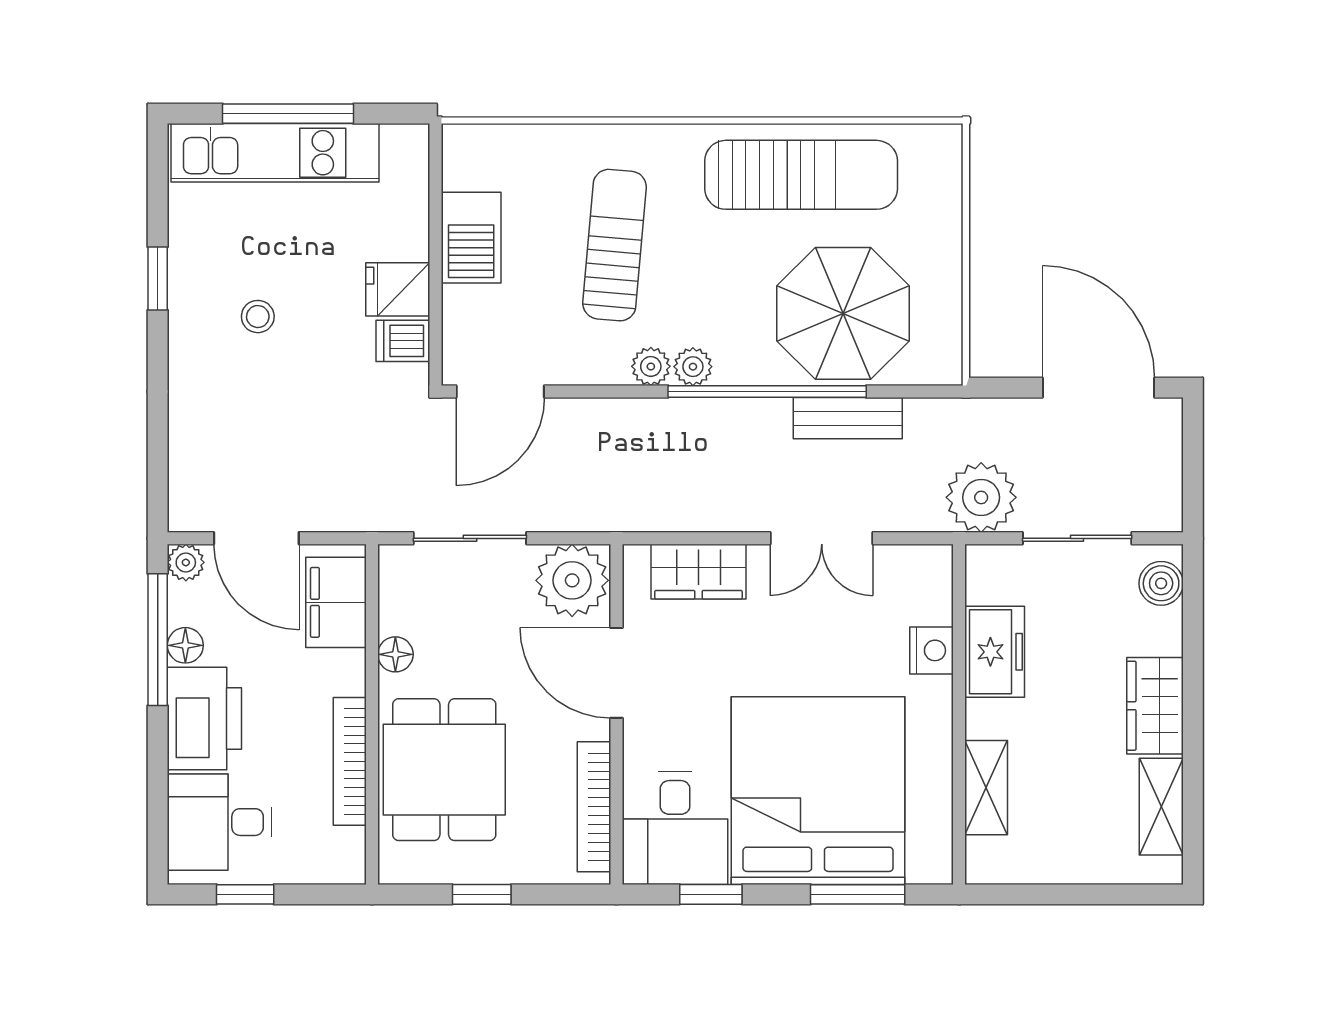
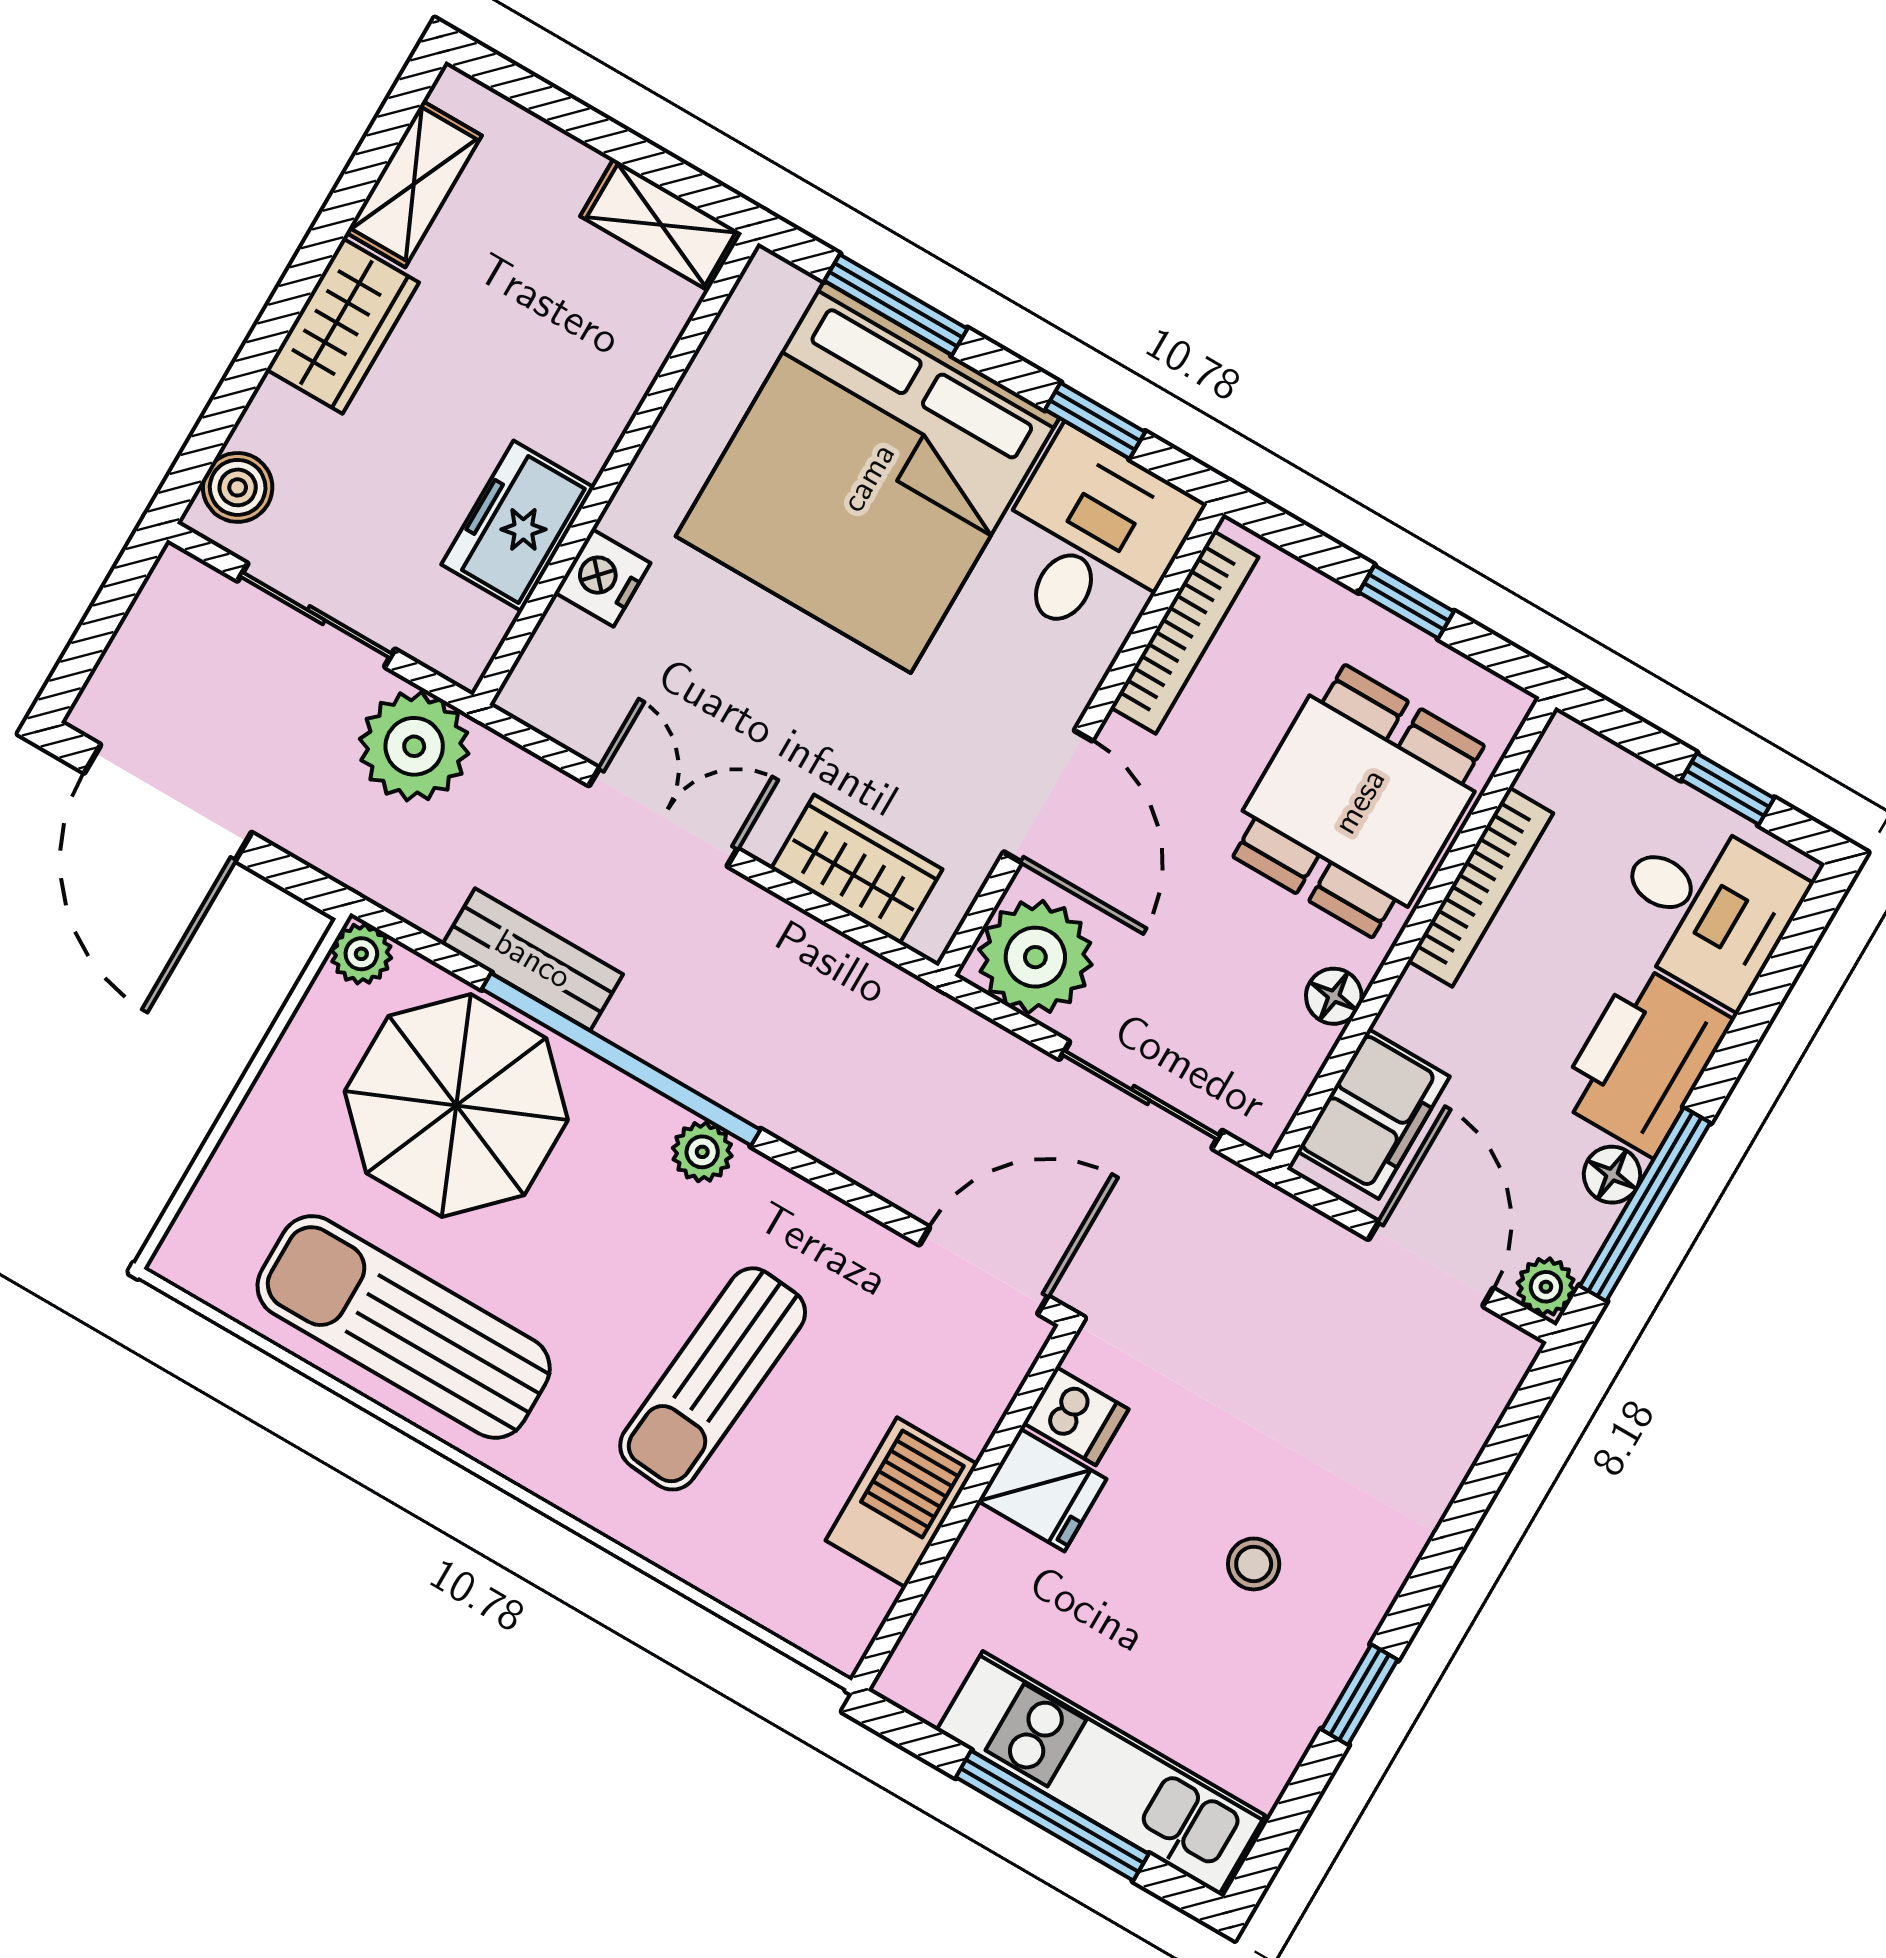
plant: (651, 366) -> (361, 954), moved
shelving: (986, 788) -> (661, 225), moved, turned 90

